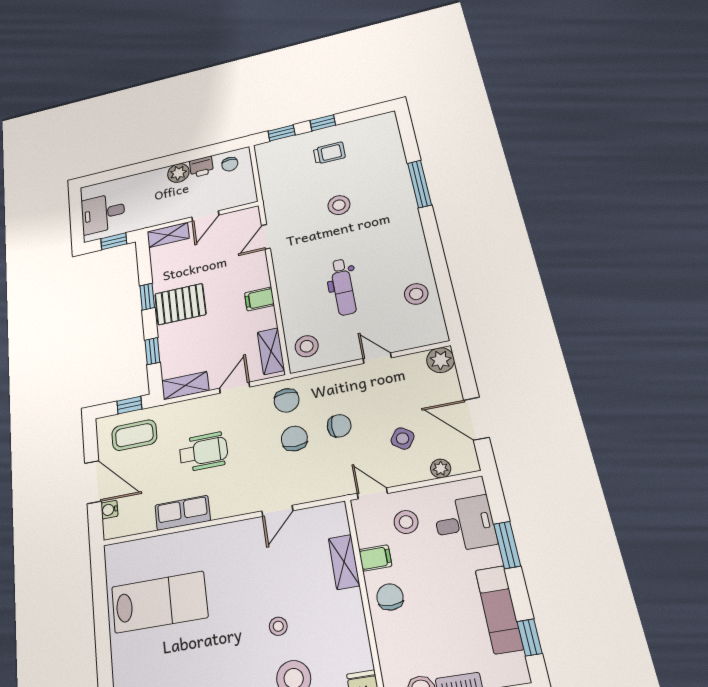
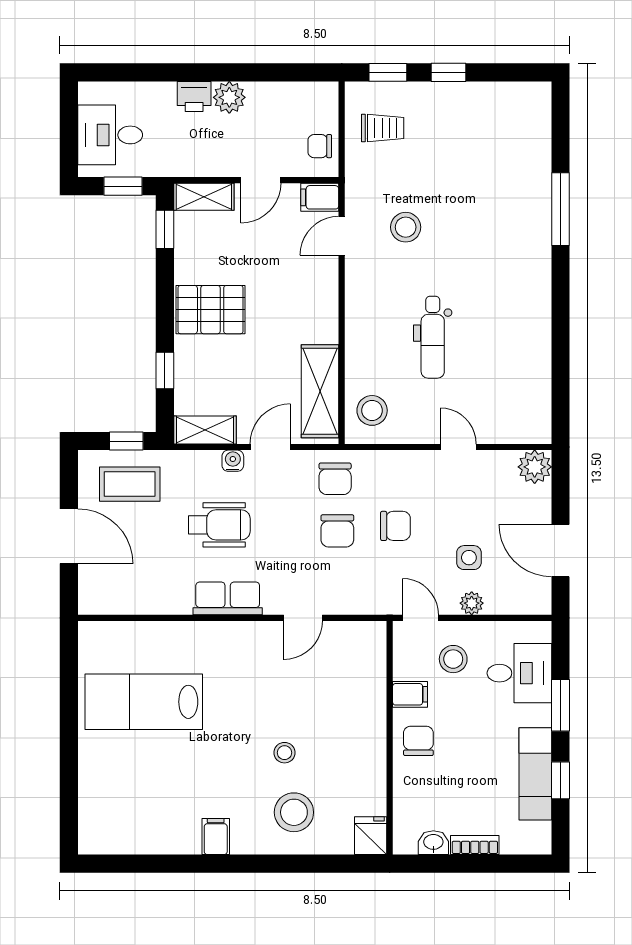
trolley: (329, 153) -> (383, 128), moved
chair: (230, 164) -> (320, 146), moved, turned 90
printer: (201, 167) -> (194, 96), moved
stool: (339, 205) -> (406, 227), moved
stool: (416, 294) -> (524, 370), removed
window: (147, 297) -> (165, 229), moved
filing cabinet: (259, 299) -> (320, 197), moved
shelving: (271, 351) -> (320, 391), width x1.50, depth x1.33
side table: (403, 438) -> (469, 558), turned -35
chair: (294, 439) -> (337, 531), turned 180
plant: (441, 469) -> (472, 603), moved
water cooler: (109, 510) -> (233, 461), moved, turned 90
row of seats: (183, 513) -> (228, 598), moved
shelving: (344, 562) -> (373, 693), removed
lab bench: (159, 602) -> (144, 702), turned 180
window: (530, 637) -> (561, 780), moved

